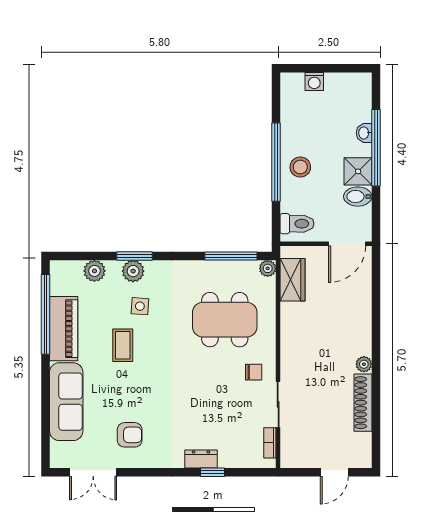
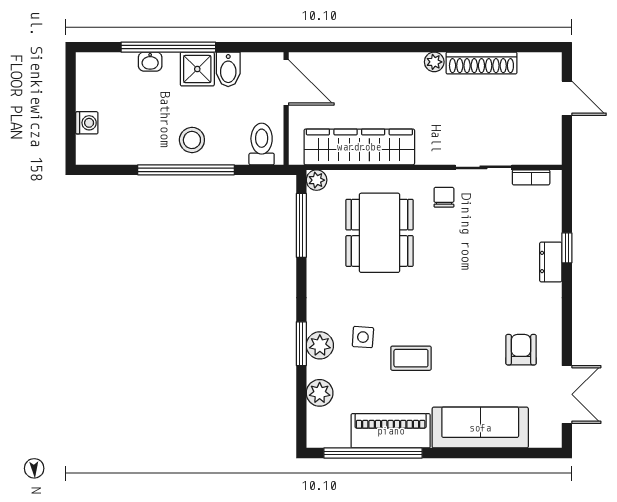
wardrobe: (292, 280) -> (359, 147), width x2.10, depth x1.17

